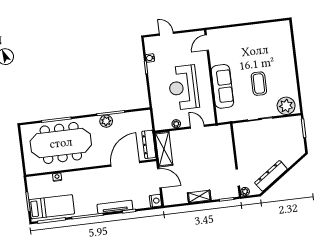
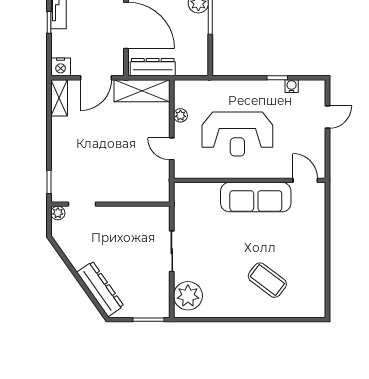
coffee table: (259, 84) -> (267, 280), moved, turned 37
sofa: (222, 86) -> (256, 197), moved
reception desk: (183, 88) -> (237, 134), turned 180
door: (197, 127) -> (172, 149), swing flipped
dresser: (271, 176) -> (100, 289), moved
shelving: (199, 196) -> (59, 98), moved

